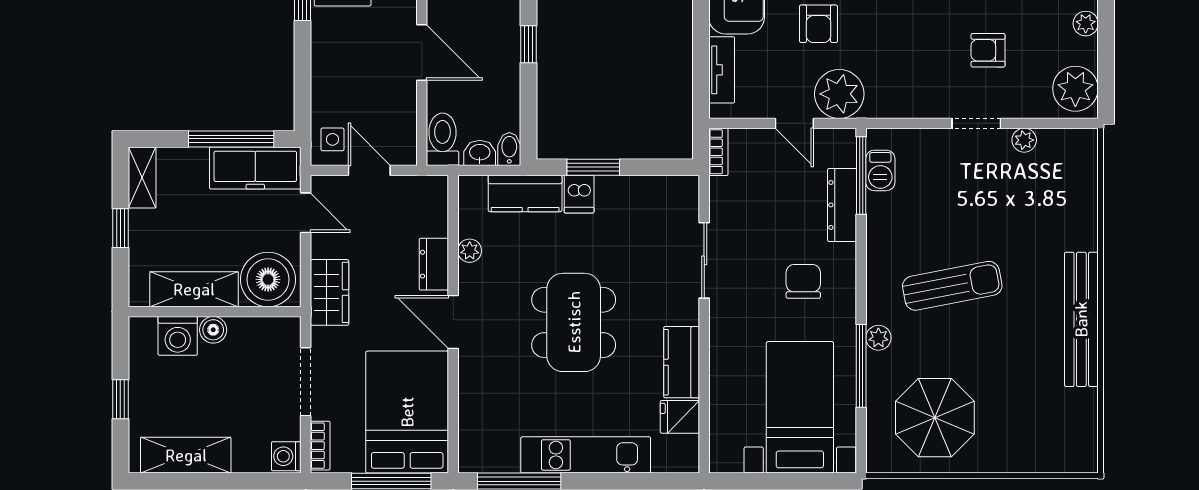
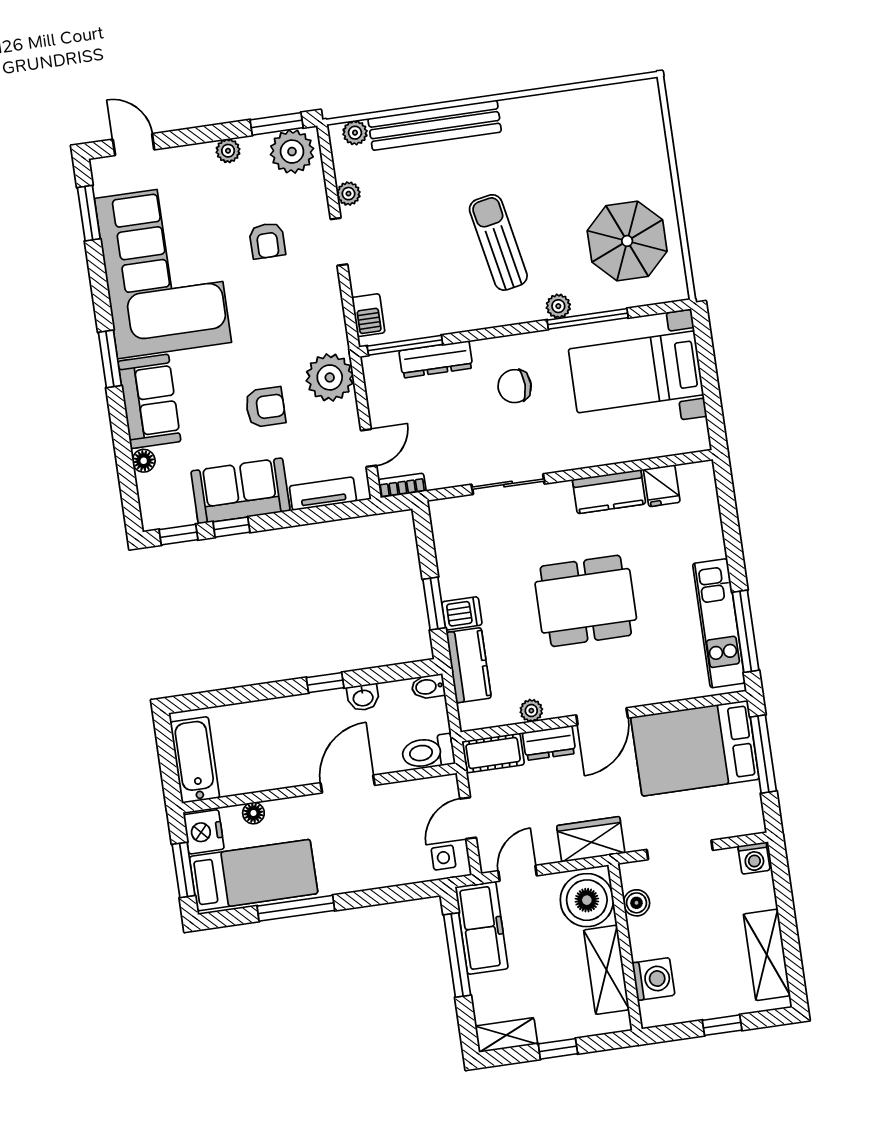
window: (1106, 77) -> (277, 124), added
door: (794, 123) -> (369, 448), moved
washbasin: (480, 153) -> (363, 697), moved, turned -90
plant: (1085, 156) -> (355, 133), added
barbecue: (880, 170) -> (368, 315), moved, turned 90
cot: (432, 205) -> (493, 753), added
bench: (1081, 319) -> (435, 125), moved
boiler: (213, 330) -> (636, 903), moved
bookcase: (320, 446) -> (739, 827), removed
kitchen unit: (586, 455) -> (719, 623), moved

